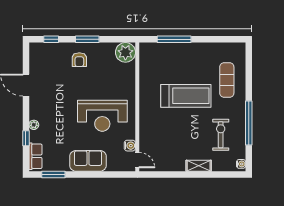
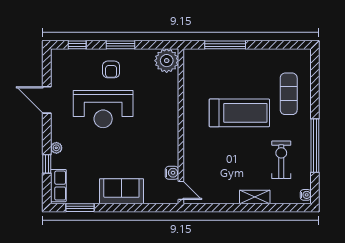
reception desk: (102, 116) -> (103, 109), moved

